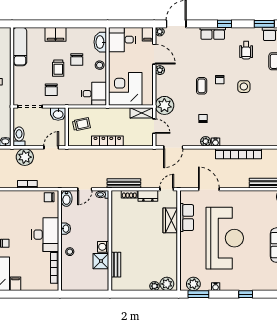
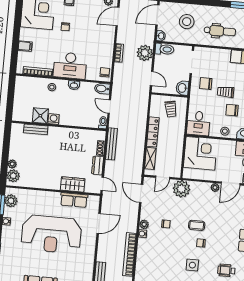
shelving: (142, 113) -> (150, 158), moved
filing cabinet: (15, 284) -> (25, 46), moved

